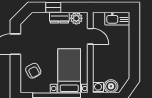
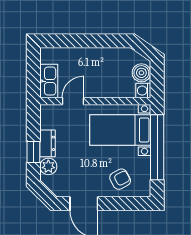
plant: (76, 18) -> (48, 166), moved
kitchen sink: (117, 19) -> (49, 81), moved

